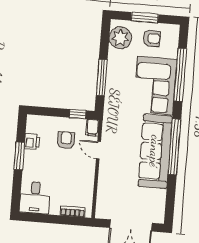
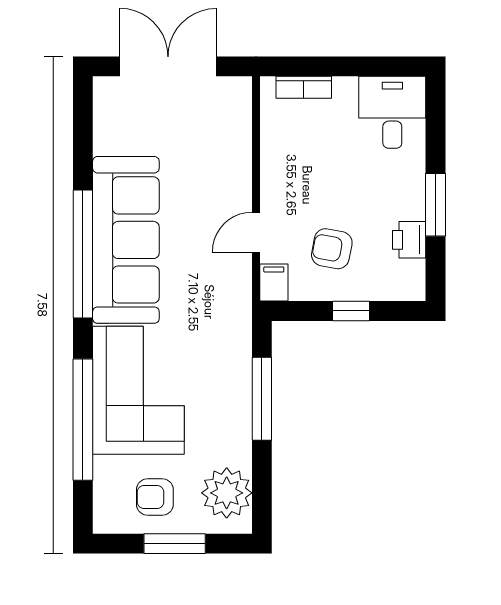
window: (78, 114) -> (351, 311), moved
armchair: (66, 140) -> (332, 249), turned 101
door: (98, 150) -> (256, 232), swing flipped

